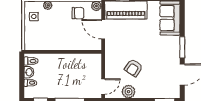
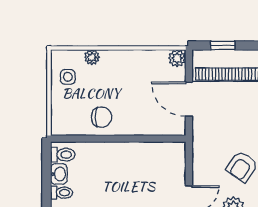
chair: (78, 13) -> (101, 117), moved

